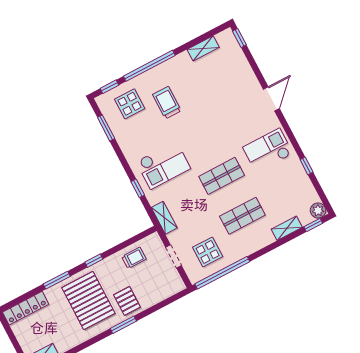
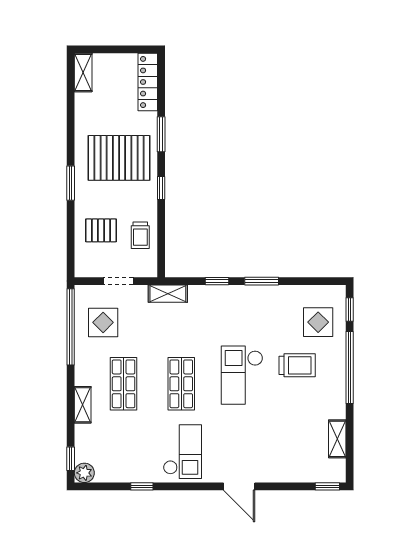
window: (106, 128) -> (262, 281), moved
checkout: (163, 165) -> (242, 375), moved
shelving: (287, 228) -> (83, 405), moved
pallet: (127, 301) -> (101, 230), moved

